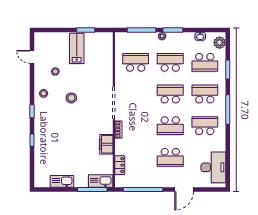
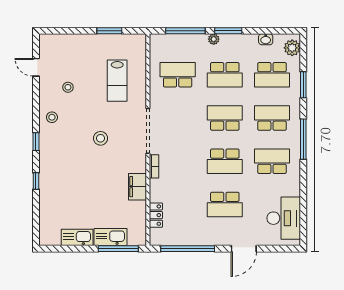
lab bench: (77, 48) -> (117, 81), moved, turned 180
school desk: (170, 62) -> (225, 75), turned 180
stool: (71, 98) -> (100, 138), moved
kitchen sink: (101, 181) -> (110, 237), moved

